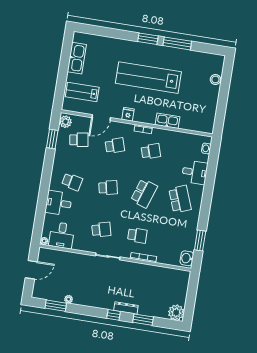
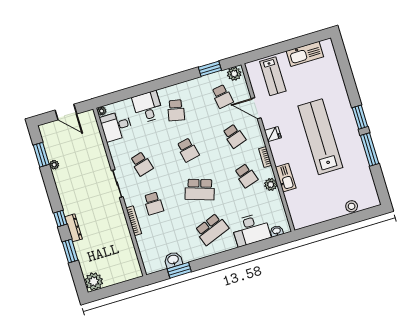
lab bench: (82, 92) -> (273, 76), turned 180
plant: (167, 135) -> (271, 184), added
desk: (195, 172) -> (251, 230), width x1.37
washbasin: (187, 258) -> (173, 260), moved

